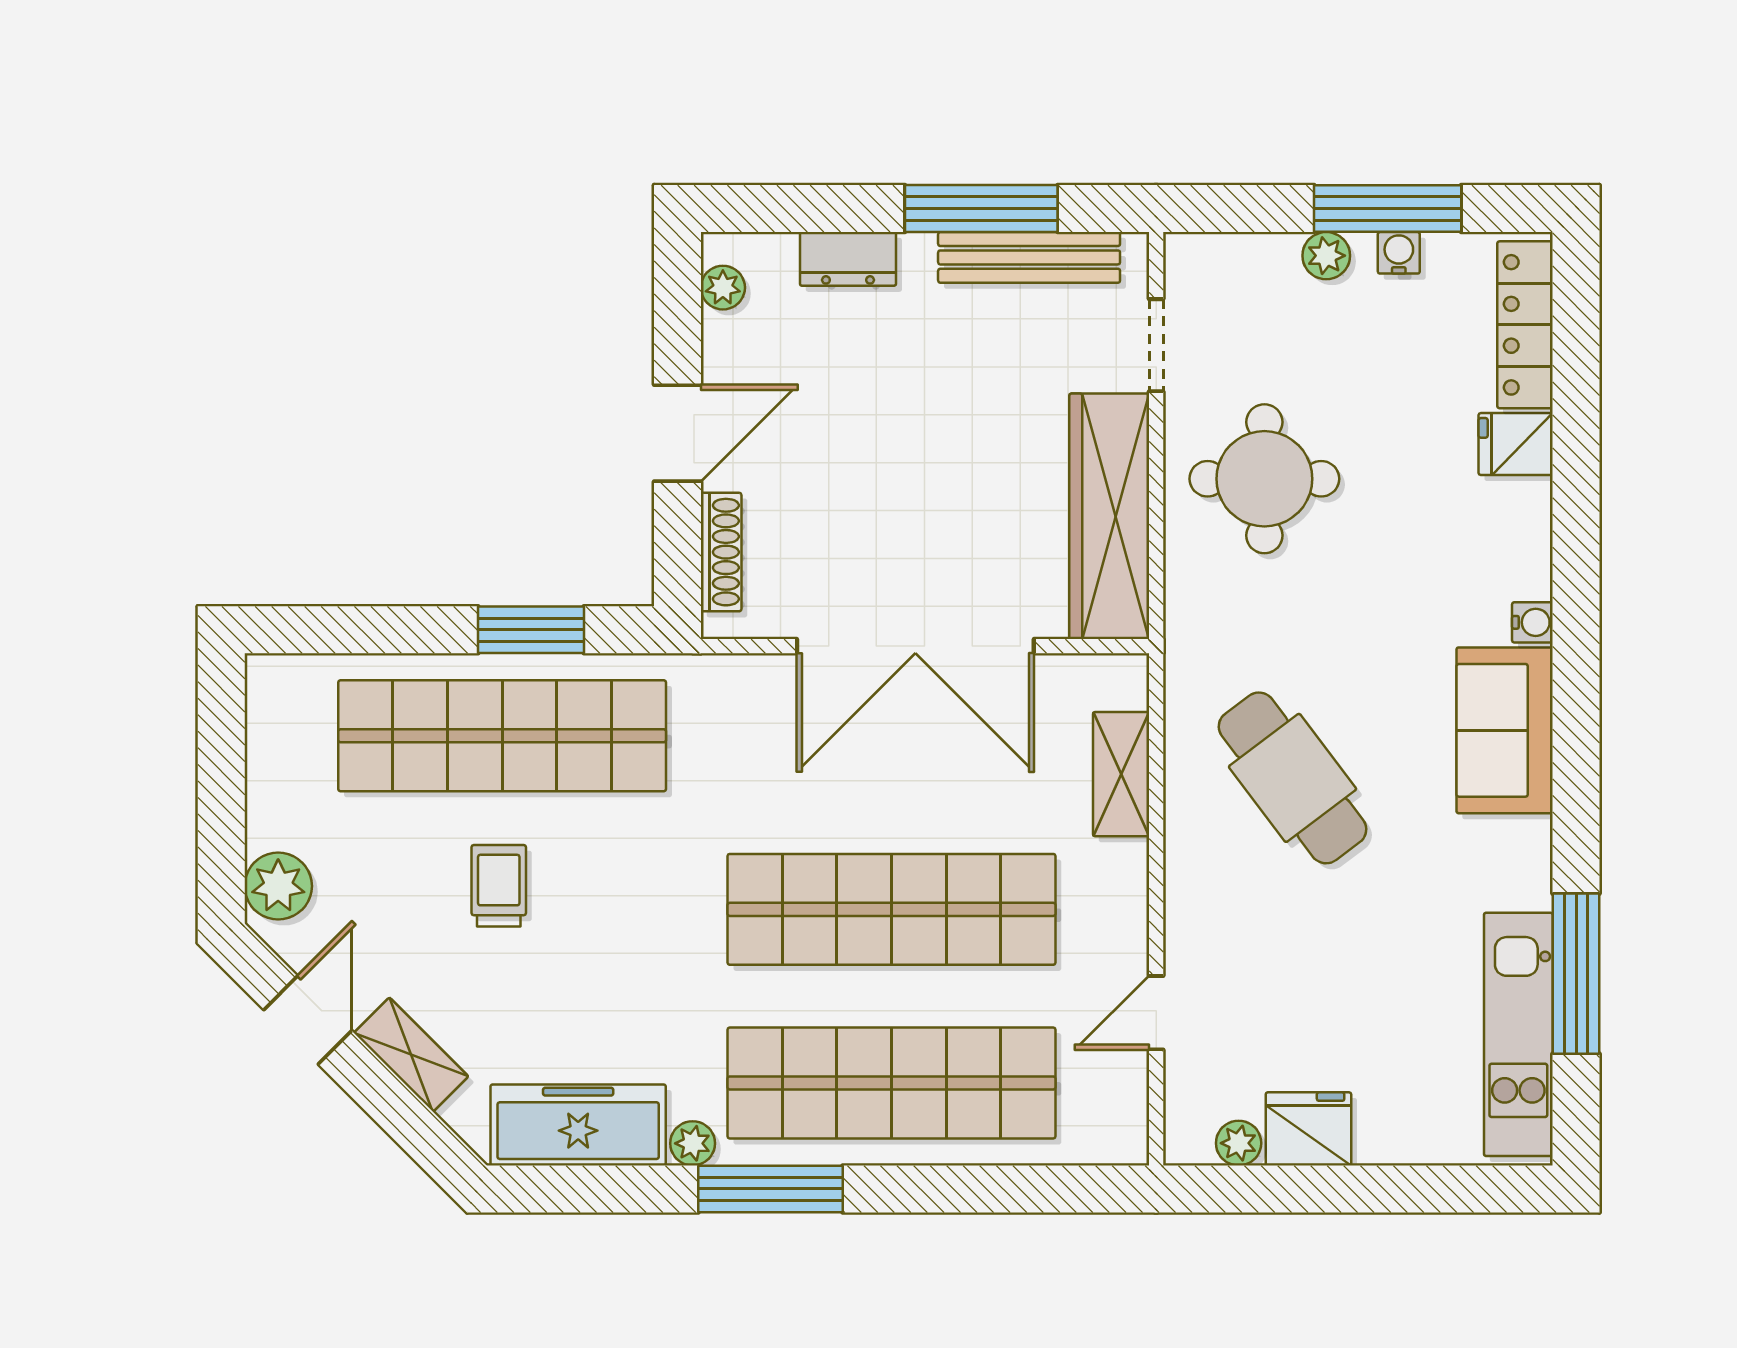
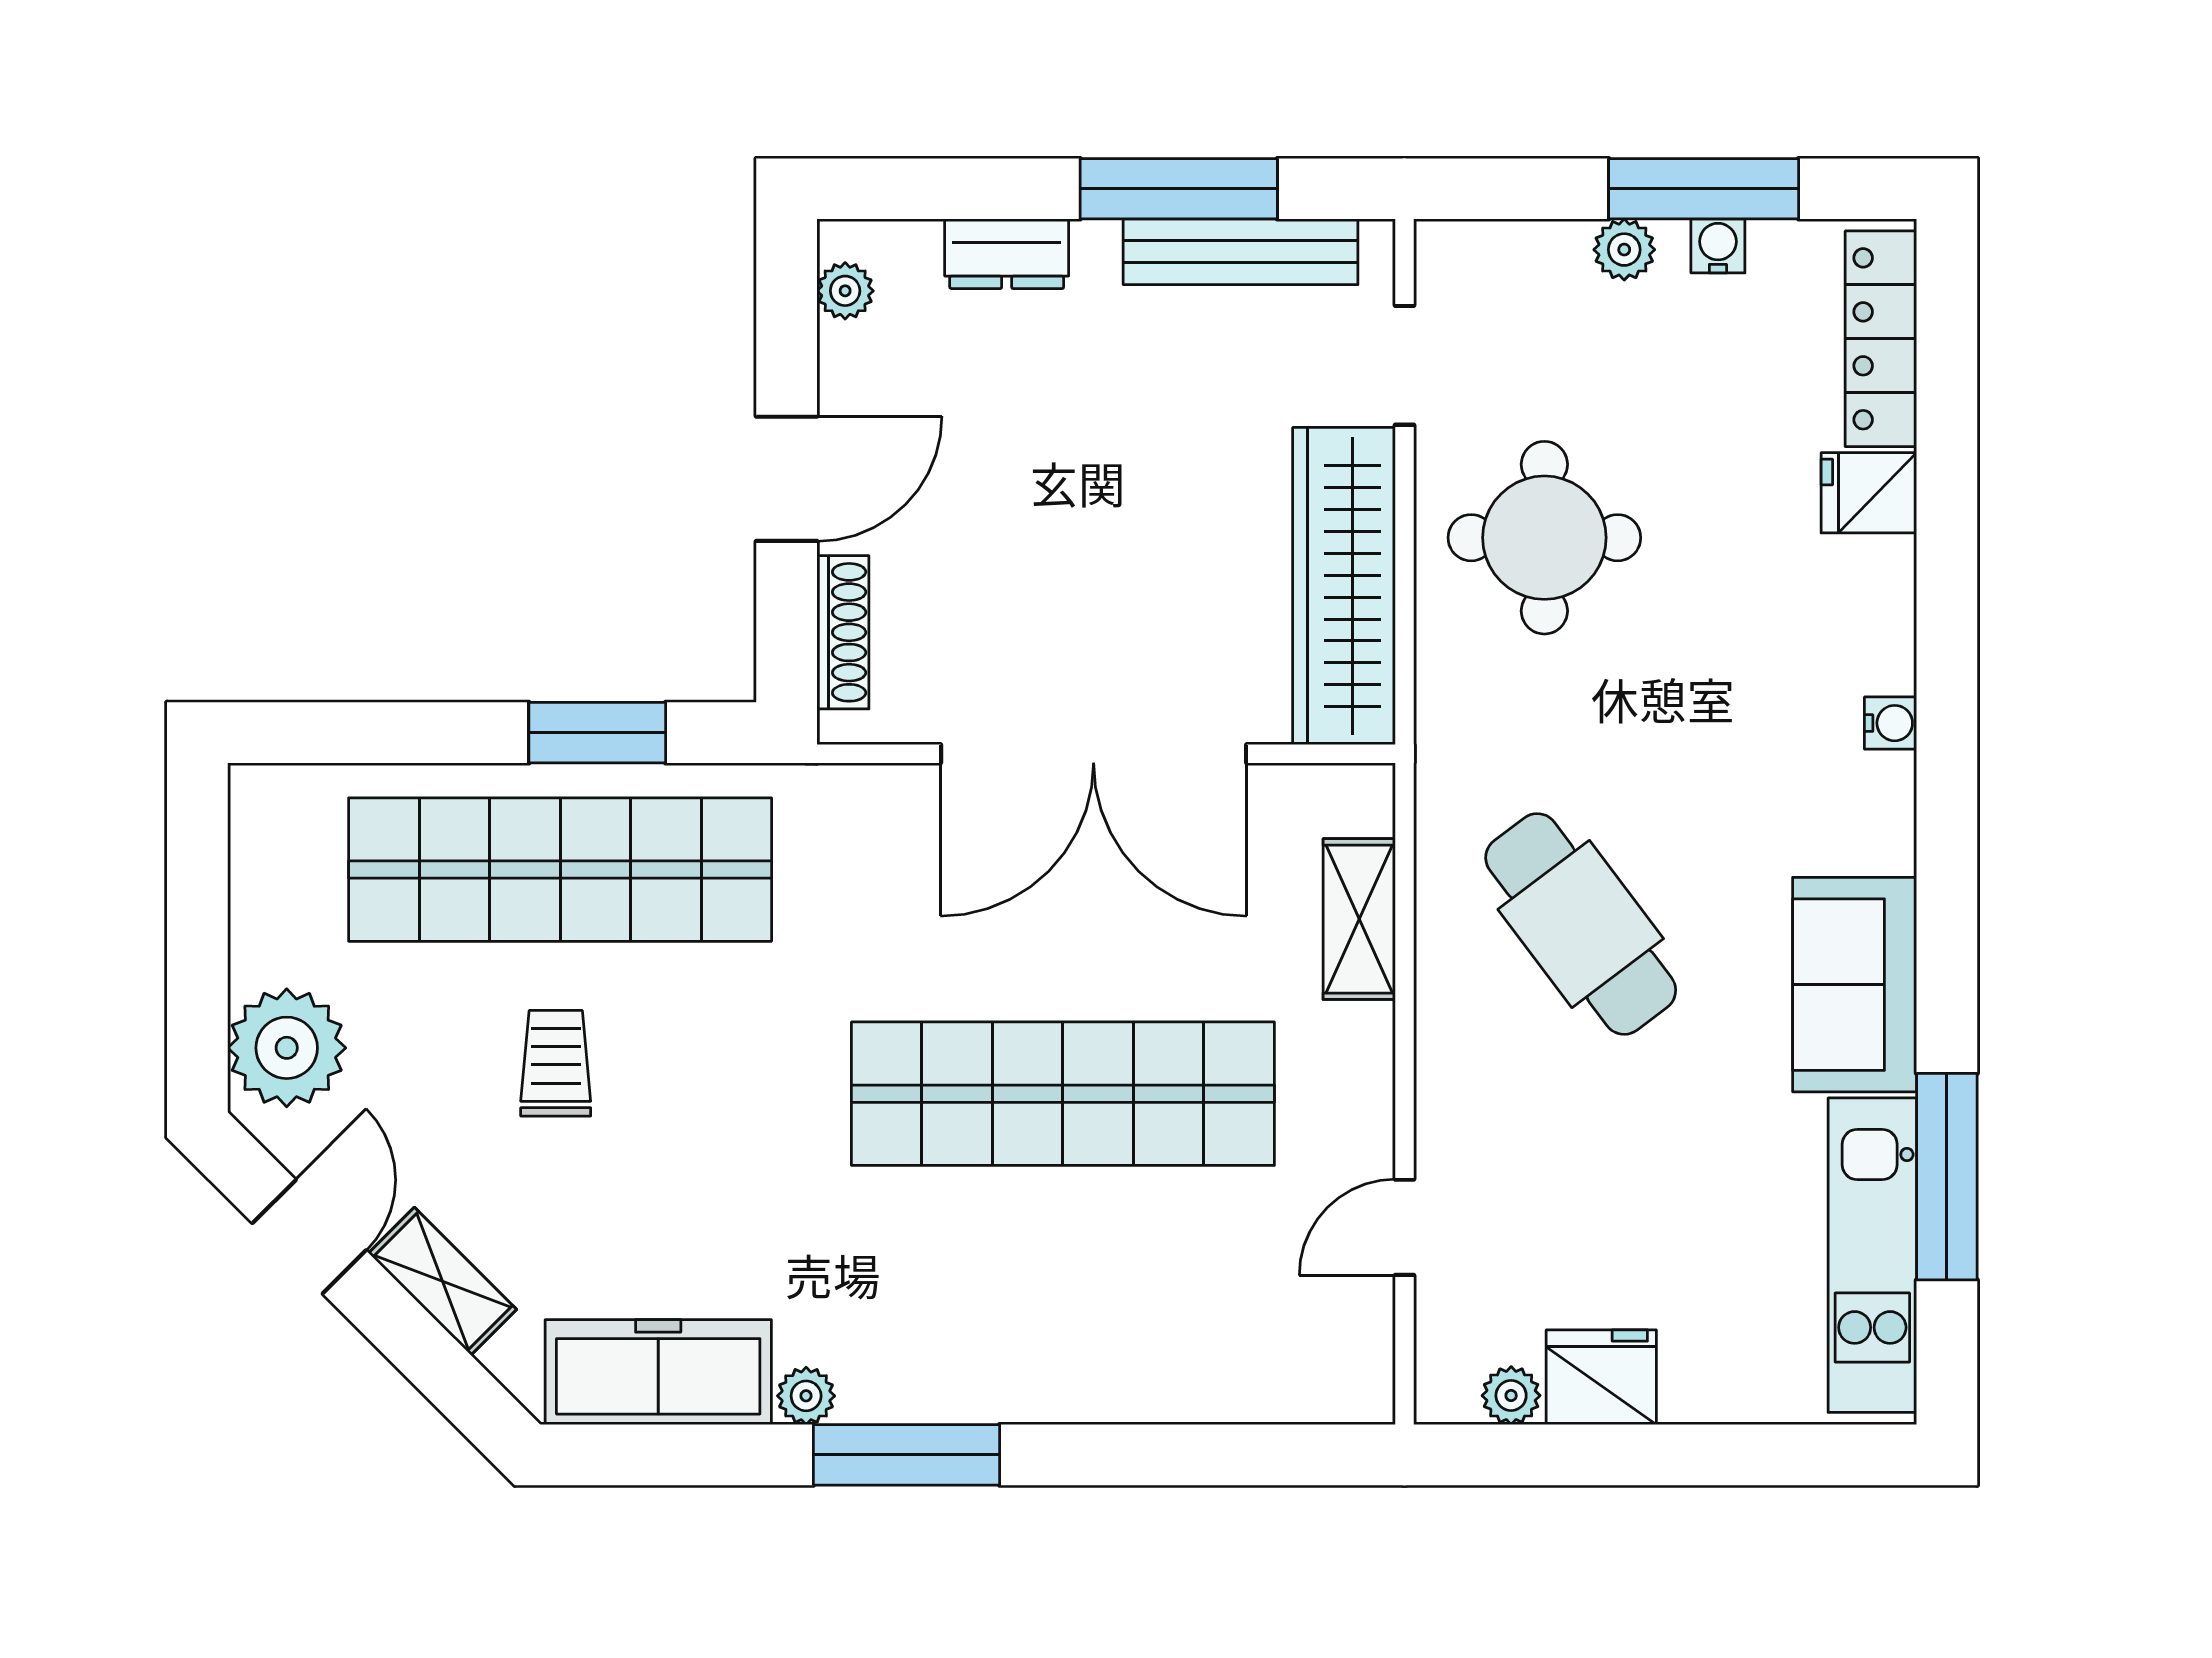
sofa: (1505, 730) -> (1855, 985), moved
plant: (278, 886) -> (287, 1048), width x1.36, depth x1.36
shop shelf: (892, 1083) -> (1063, 1318), removed

